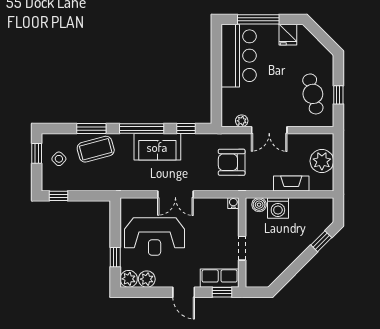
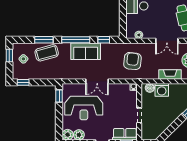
double door: (269, 130) -> (167, 41), moved
armchair: (232, 162) -> (132, 61), turned 96
window: (115, 257) -> (59, 96), moved

